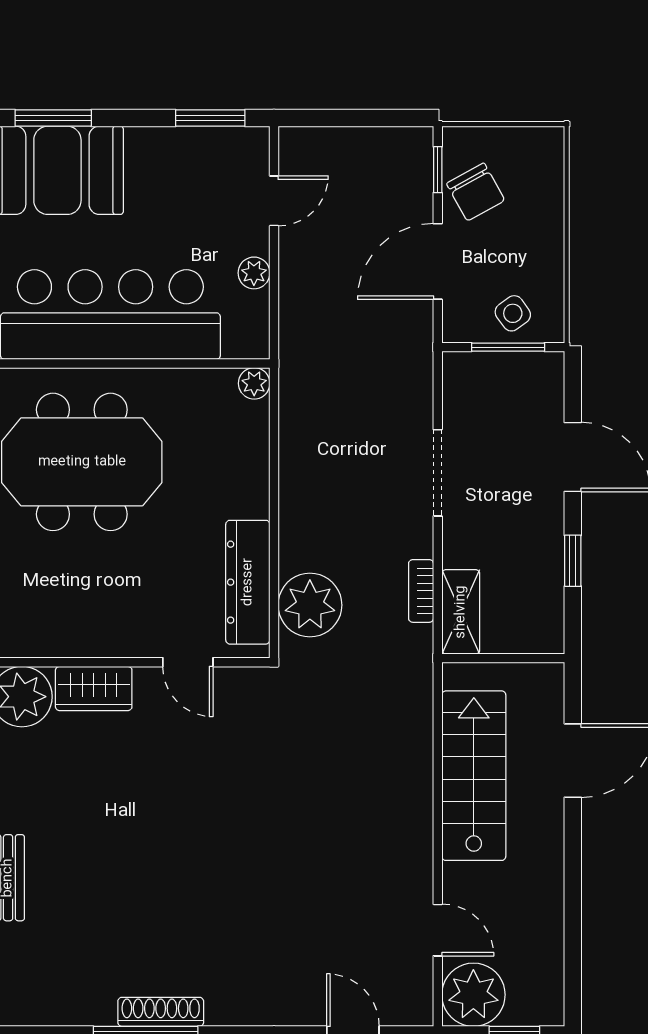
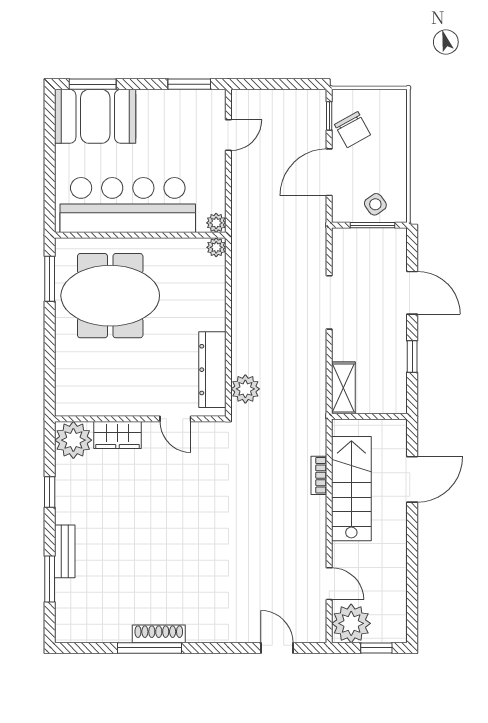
plant: (254, 273) -> (216, 223), moved
bookcase: (421, 591) -> (319, 475), moved
plant: (310, 605) -> (245, 389), width x0.73, depth x0.73

